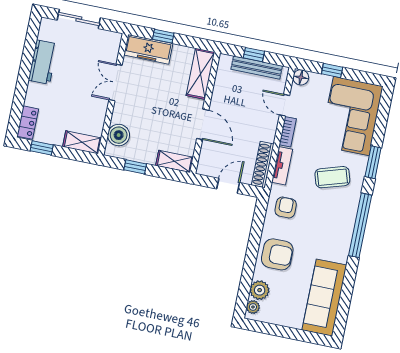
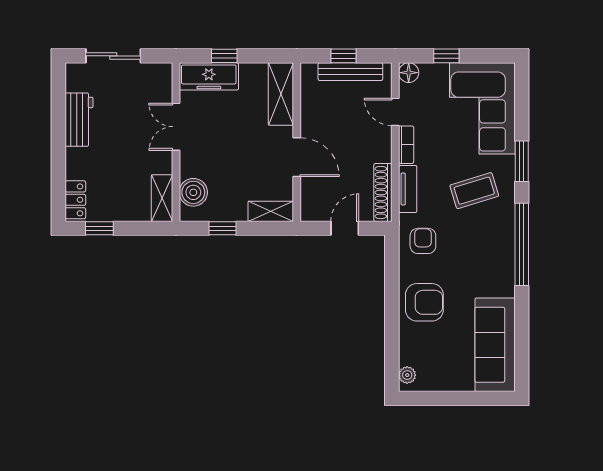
shelving: (82, 142) -> (162, 198), moved, turned 90
plant: (260, 290) -> (411, 352), removed

